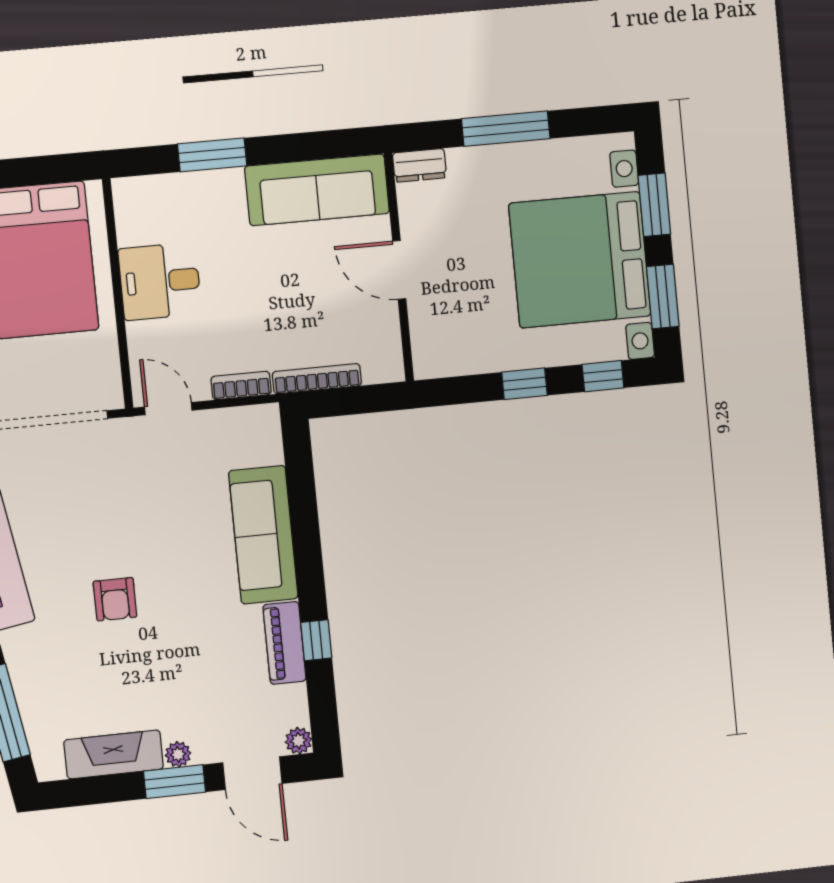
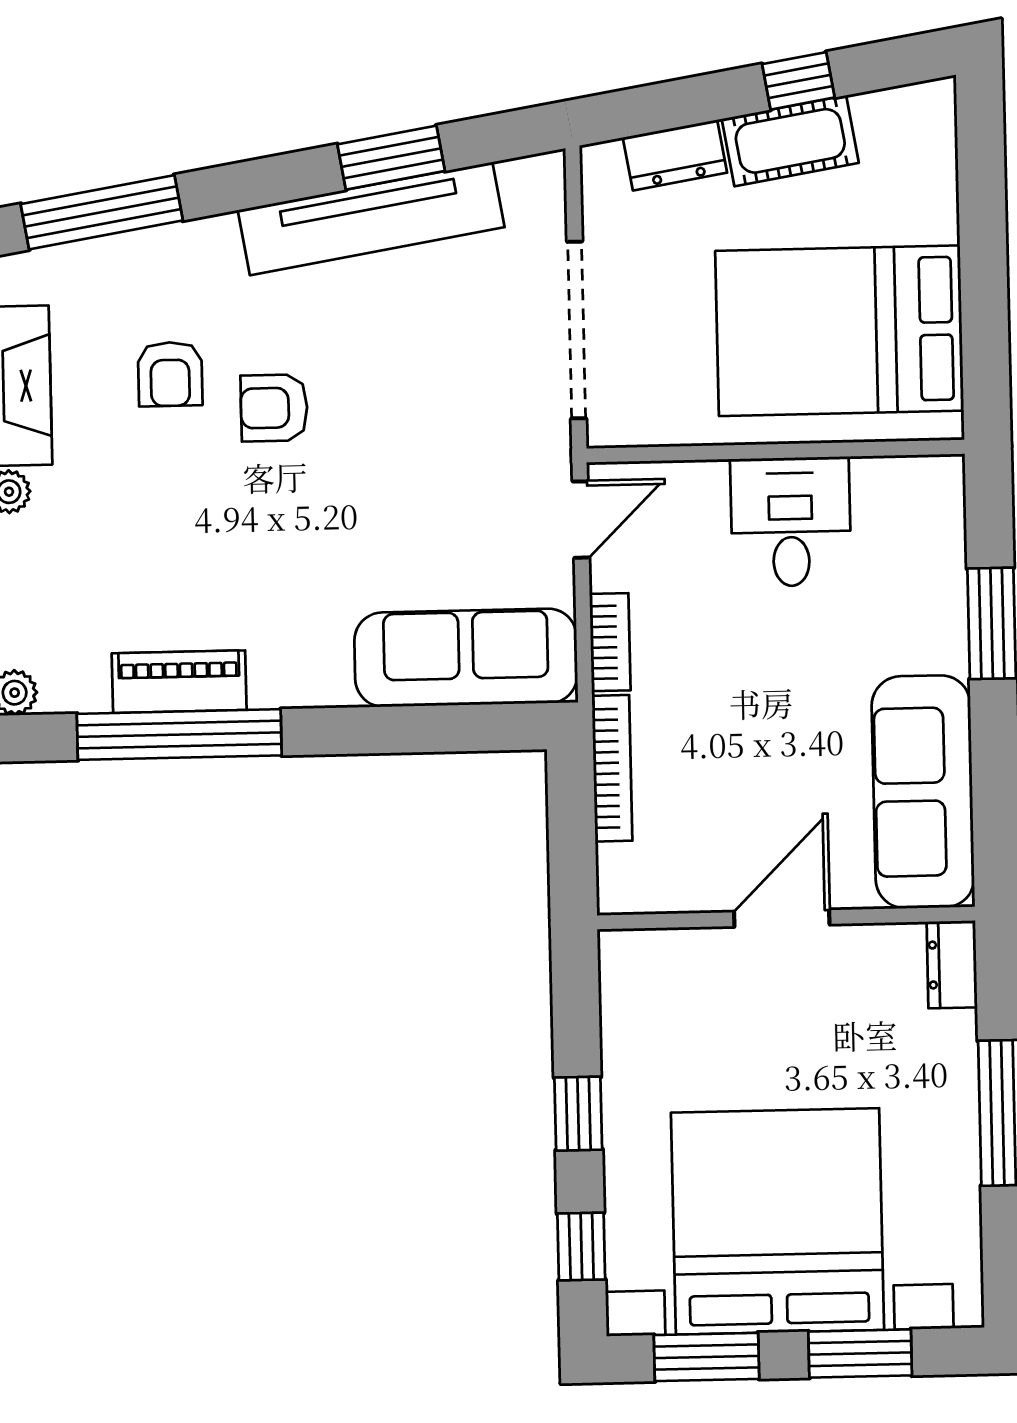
sofa: (263, 535) -> (466, 658), moved
window: (316, 640) -> (179, 735), width x3.17
armchair: (99, 663) -> (170, 374), added

